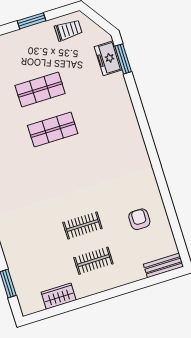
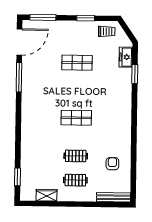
window: (123, 59) -> (135, 74), moved
shop shelf: (53, 130) -> (76, 118), moved
bench: (163, 265) -> (114, 197), width x1.36

